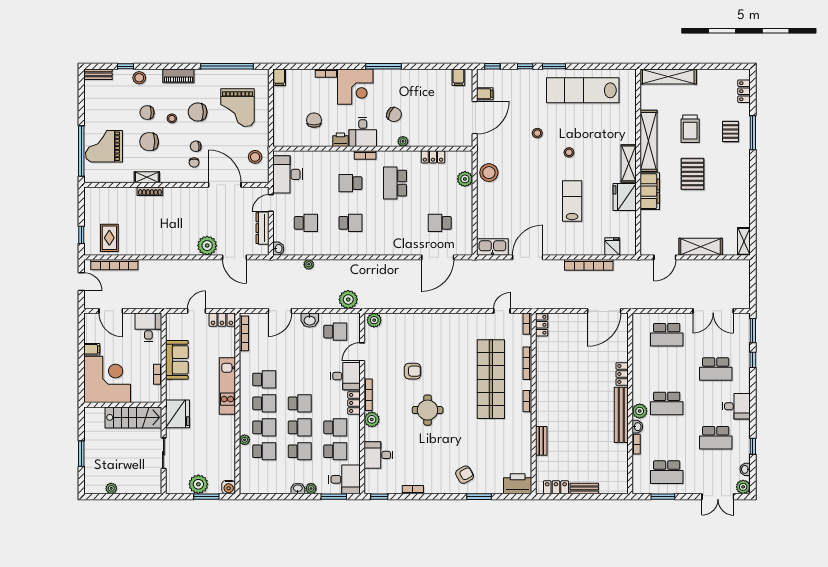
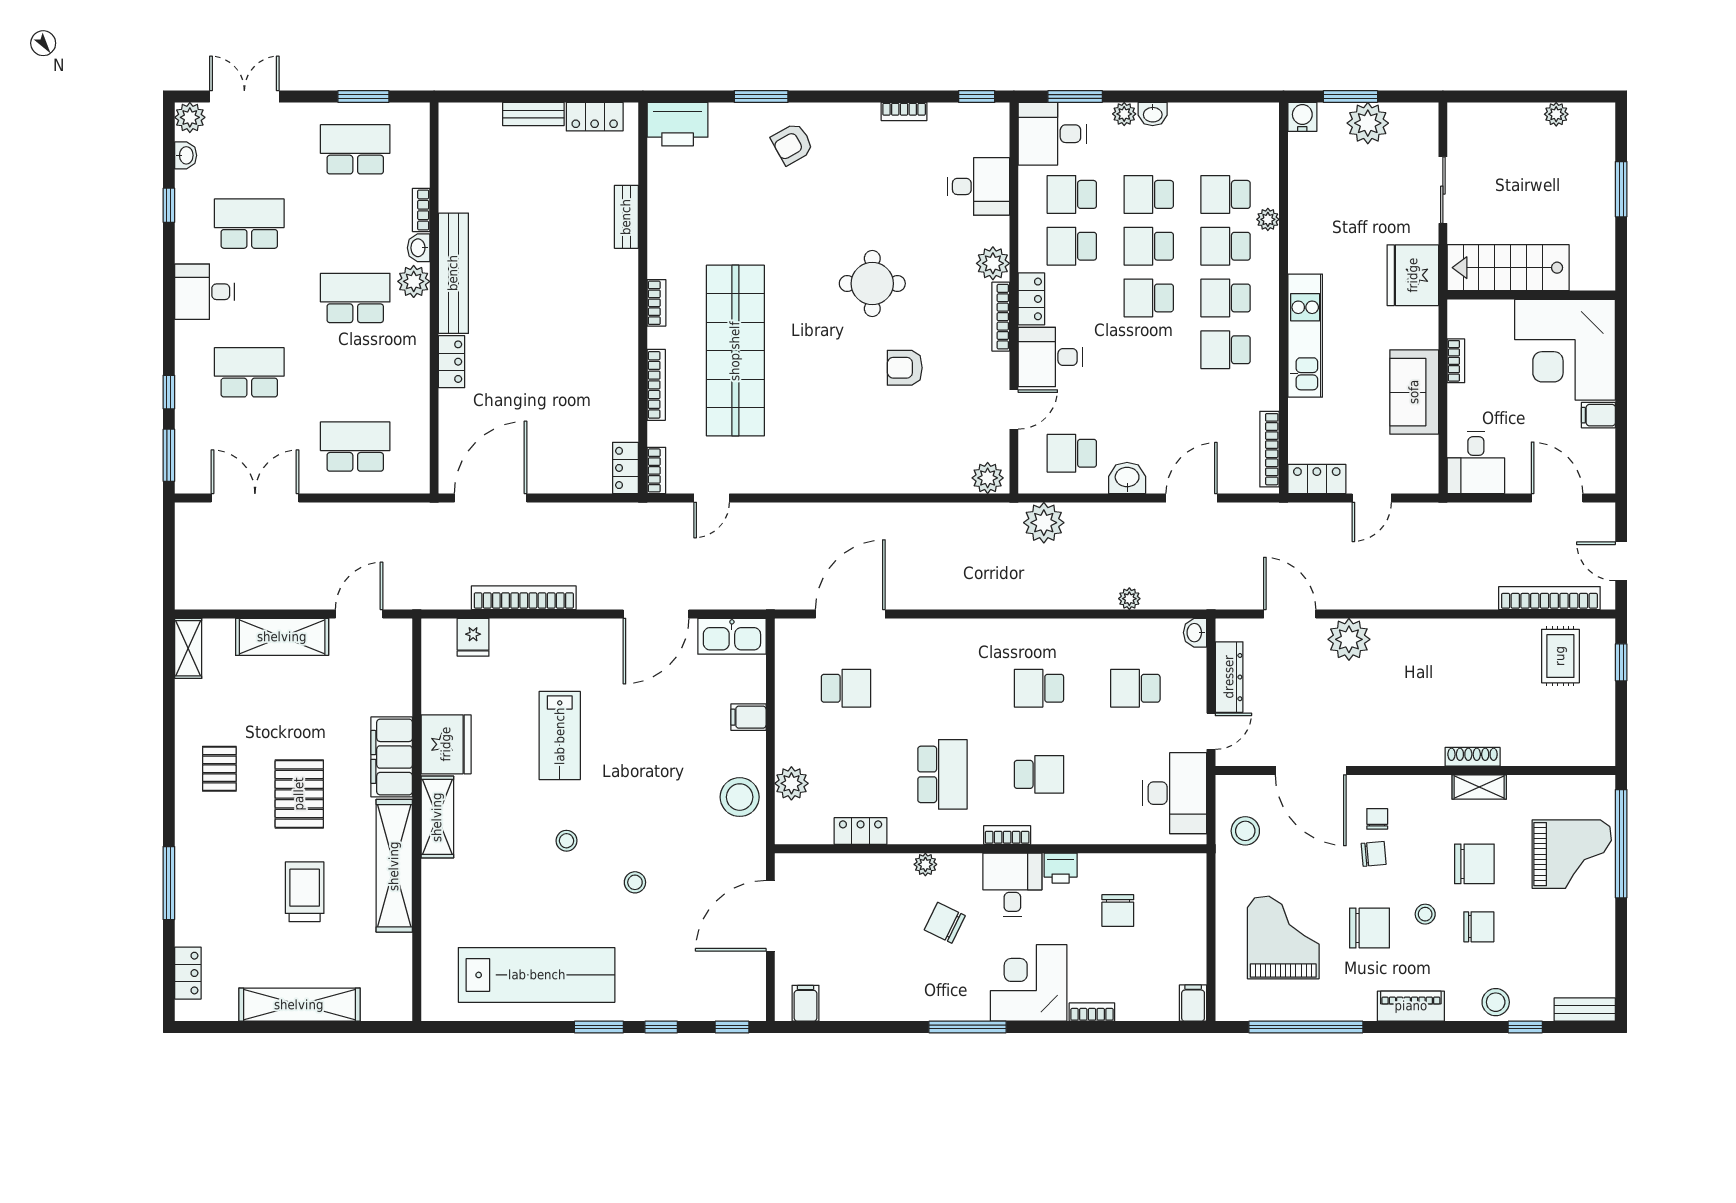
shelving: (668, 77) -> (299, 1005), moved
filing cabinet: (485, 94) -> (748, 717), moved
pallet: (730, 132) -> (219, 769), moved

